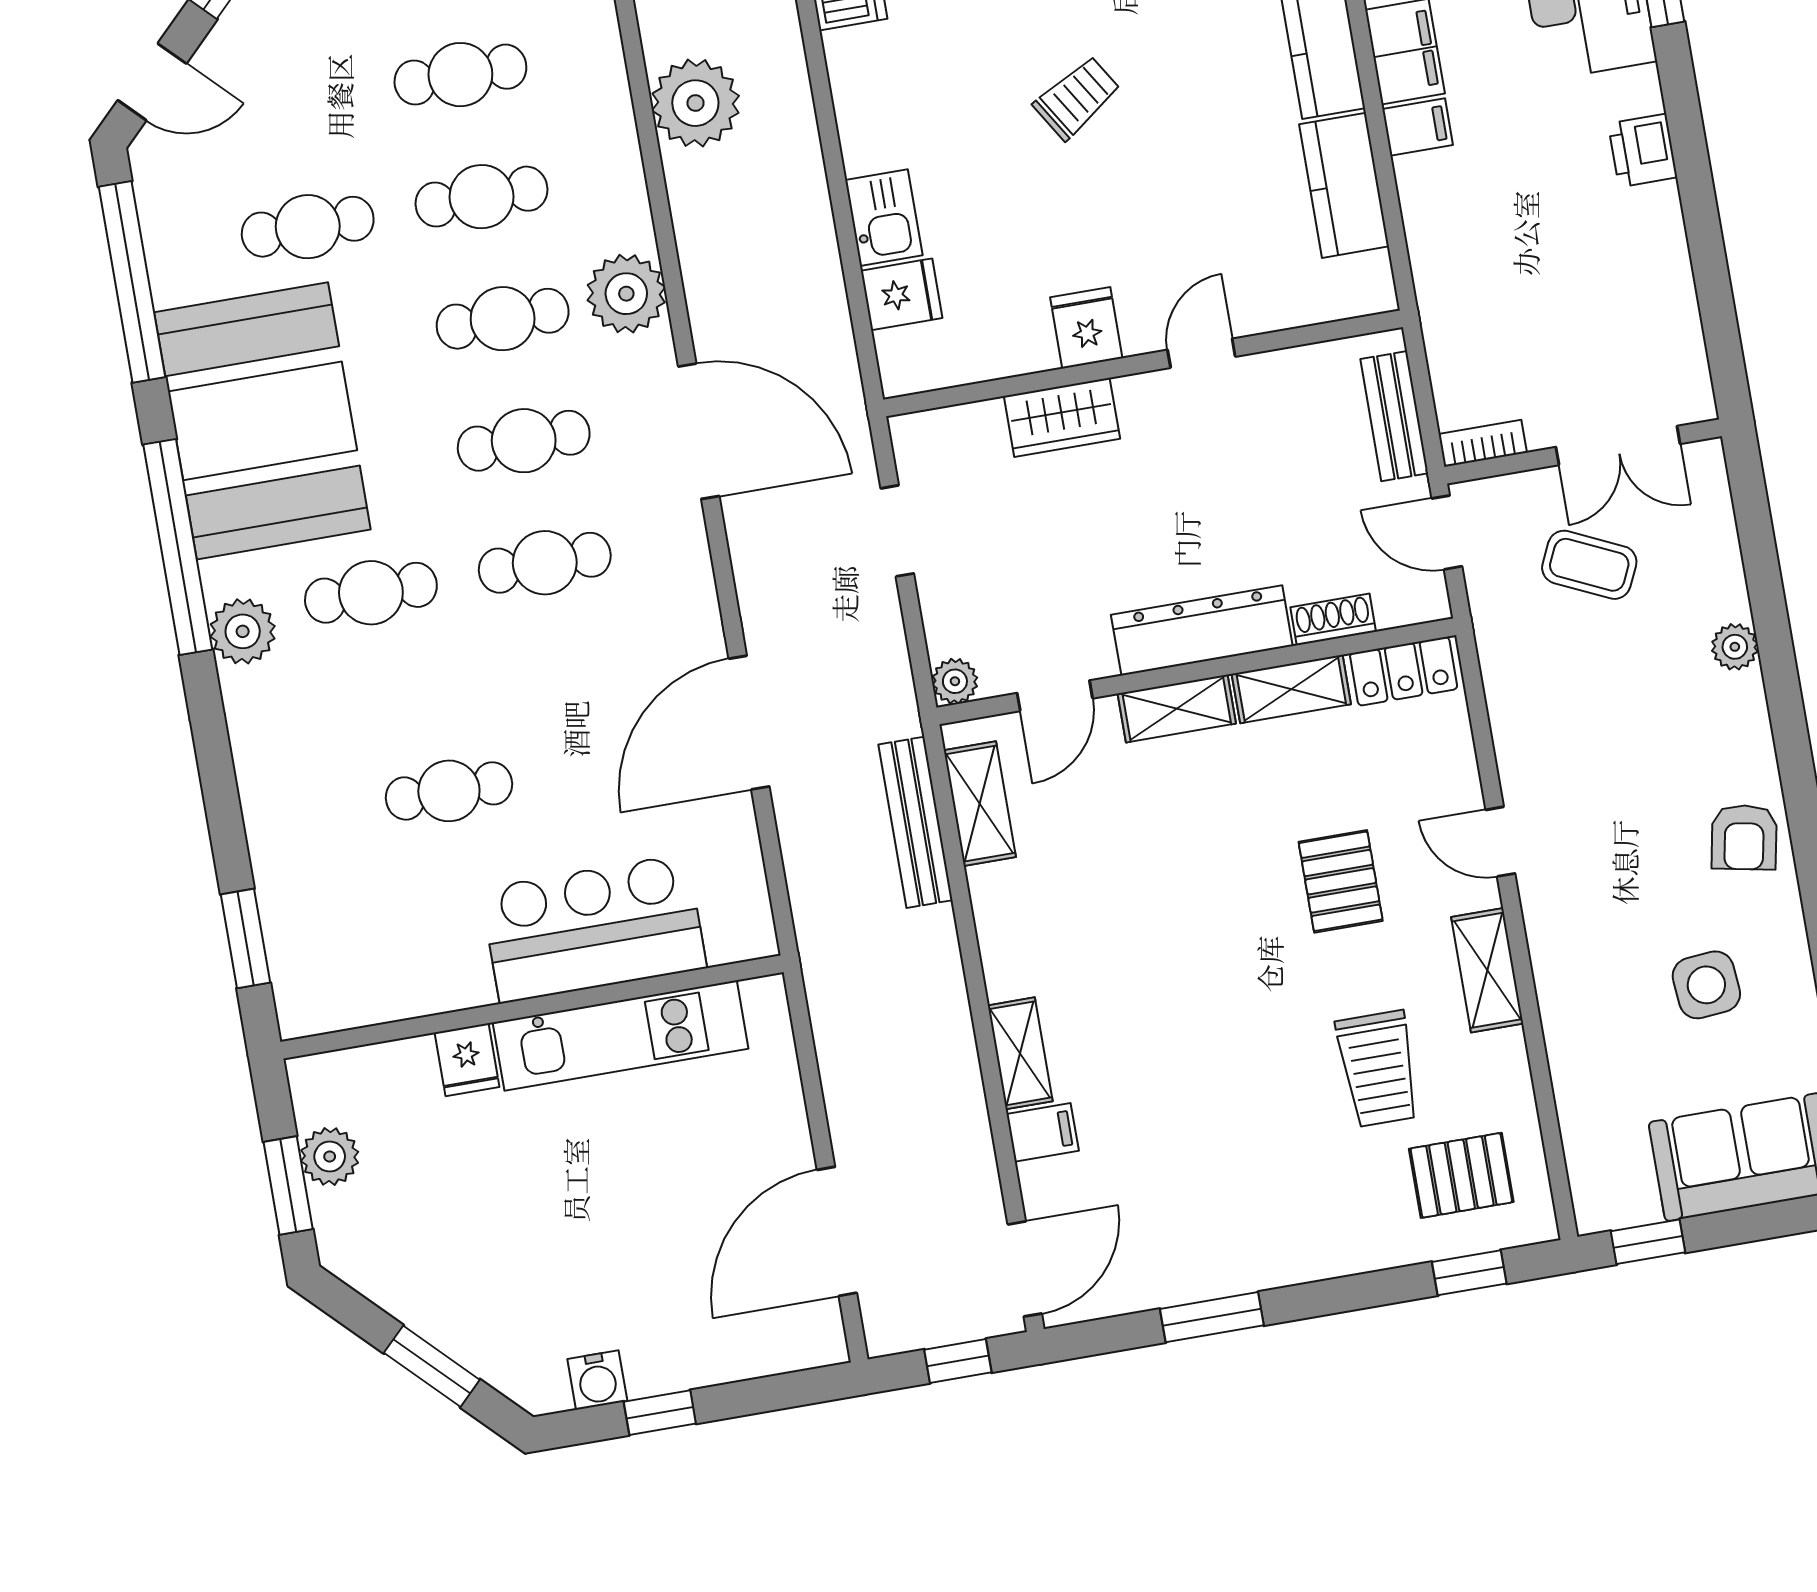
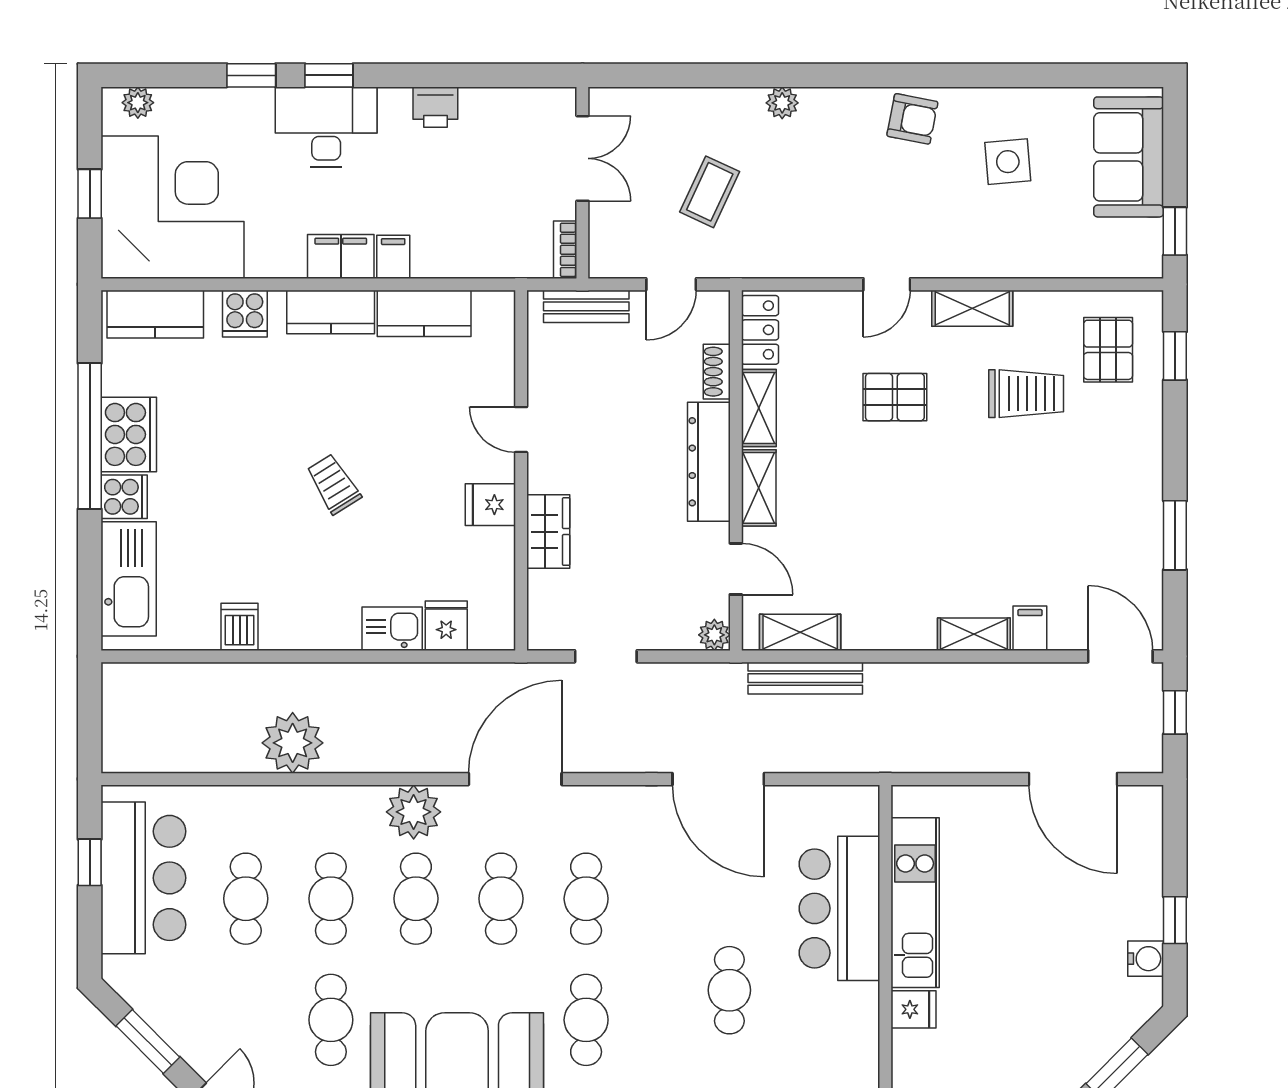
bookcase: (1483, 443) -> (565, 250), moved
double door: (1618, 446) -> (582, 158), moved
wall: (1583, 452) -> (582, 183), moved

